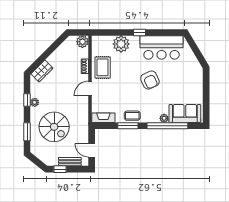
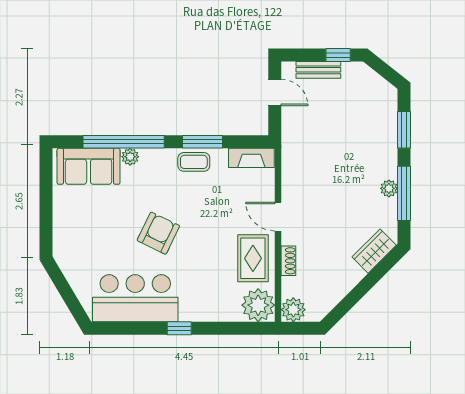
plant: (121, 44) -> (258, 305), moved
armchair: (150, 80) -> (158, 233), turned 51
door: (90, 88) -> (278, 217), swing flipped
window: (27, 100) -> (404, 193), width x2.17
spiral stairs: (54, 127) -> (350, 140), removed

